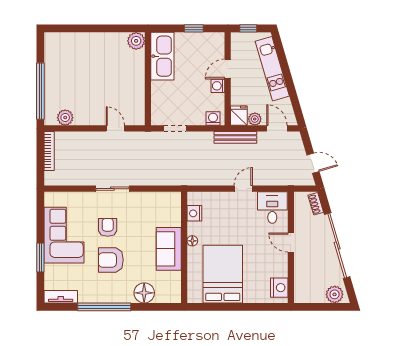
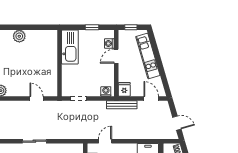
plant: (136, 41) -> (19, 36), moved
washing machine: (218, 86) -> (109, 44), moved
plant: (255, 119) -> (135, 92), removed
door: (243, 189) -> (105, 141), moved

